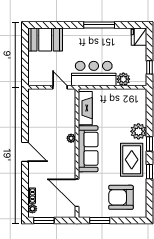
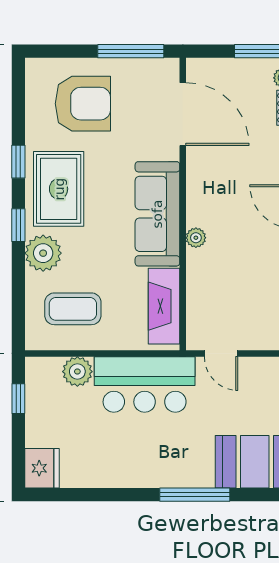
window: (99, 25) -> (195, 495), moved
coffee table: (125, 107) -> (73, 309), added
window: (100, 220) -> (131, 51), width x1.44

